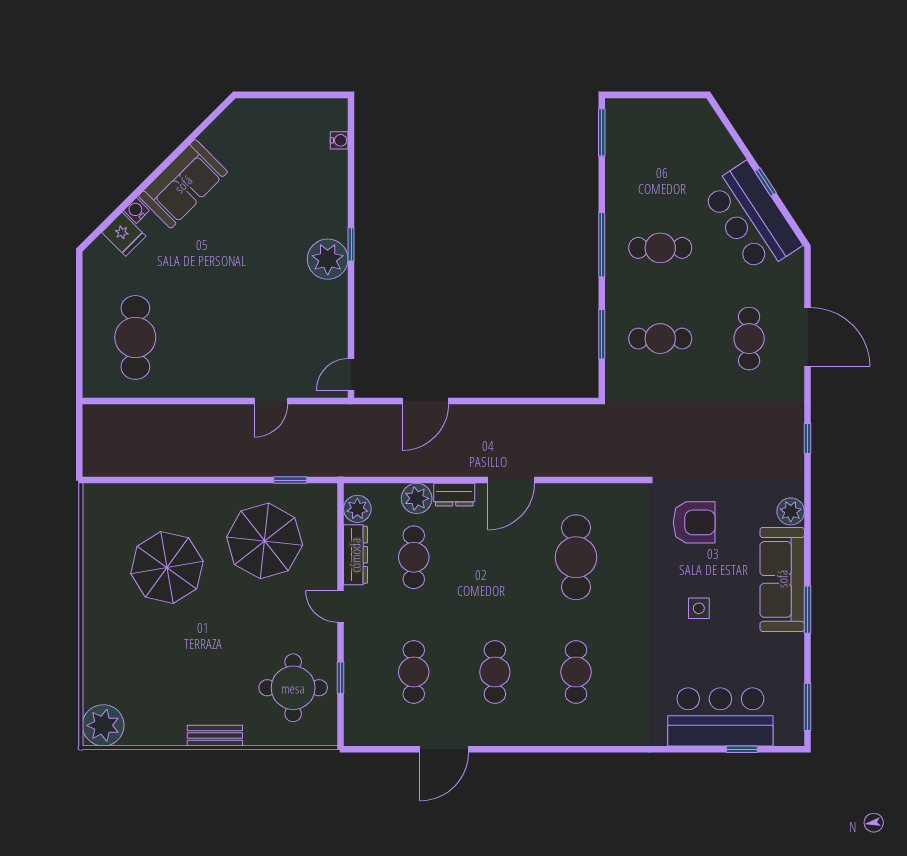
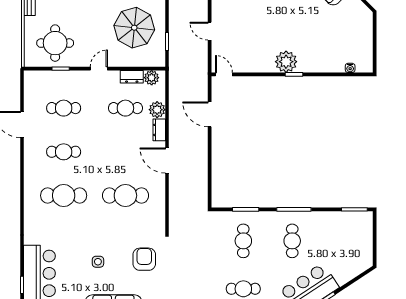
armchair: (694, 522) -> (144, 259), turned 180
dresser: (355, 555) -> (132, 77), width x0.70
cafe table: (576, 672) -> (64, 196), width x1.37, depth x1.35

